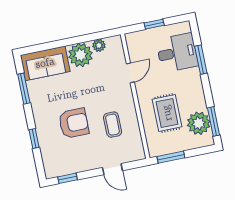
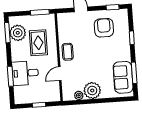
desk: (177, 53) -> (25, 73), moved
sofa: (45, 63) -> (123, 77), moved, turned -90
armchair: (74, 123) -> (104, 28), moved, turned 90
coffee table: (113, 125) -> (68, 52), moved

